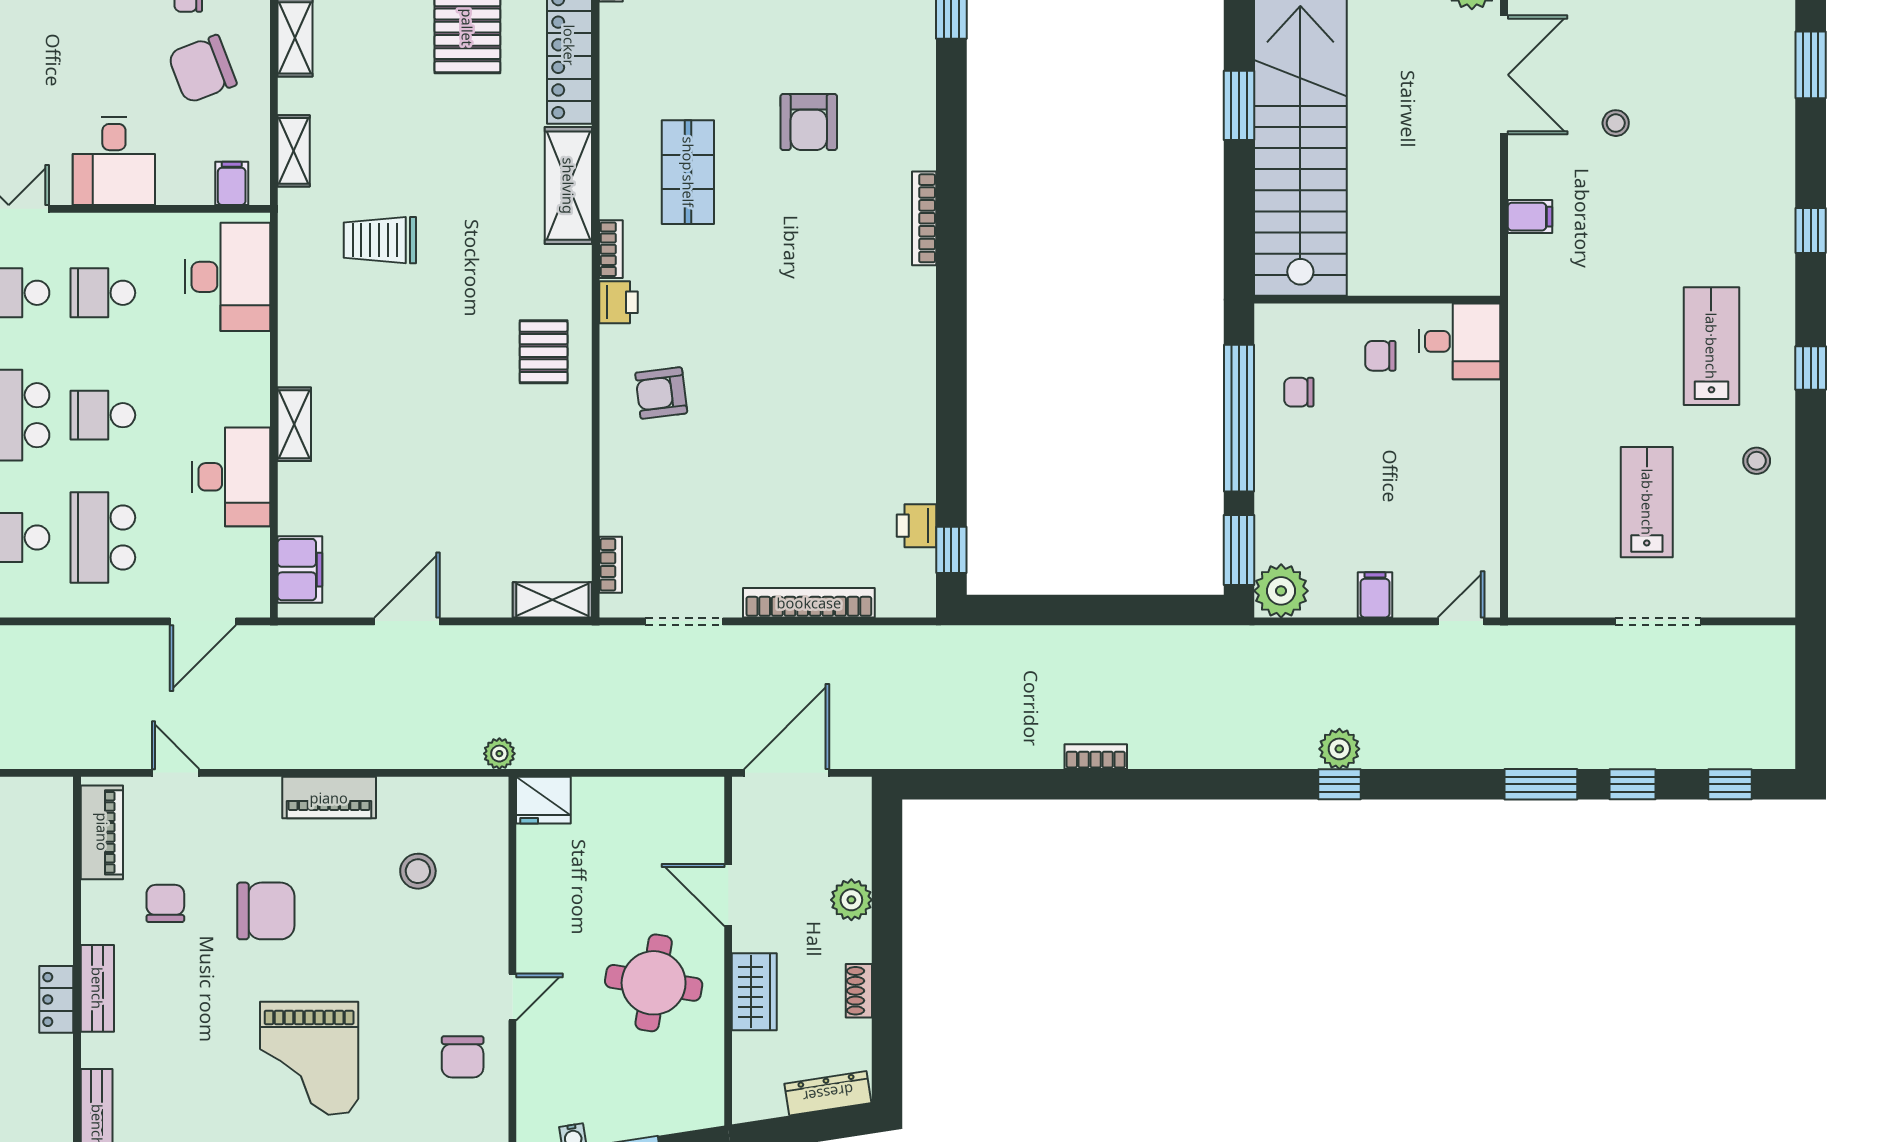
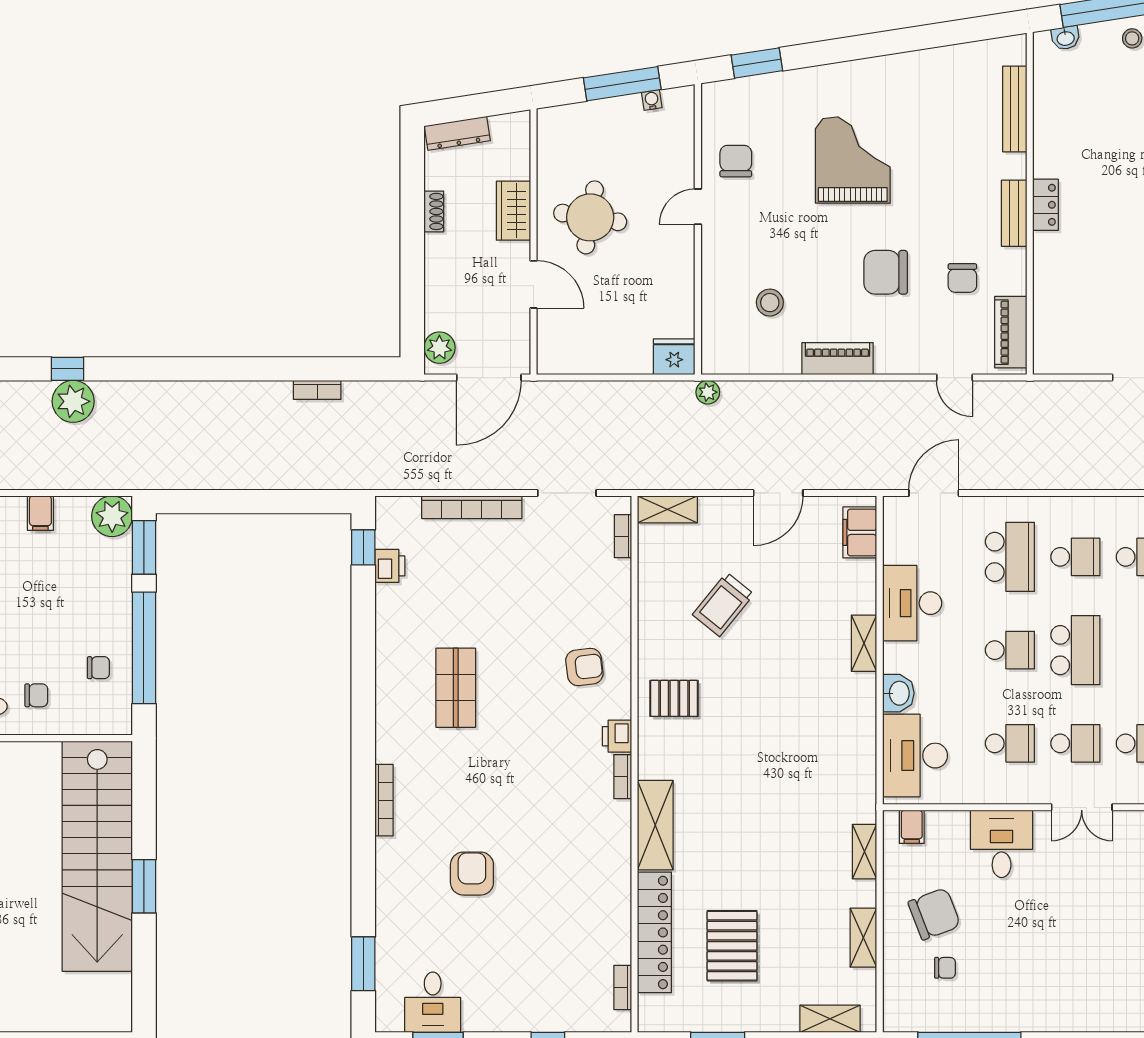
shop shelf: (688, 172) -> (456, 688), moved
trolley: (380, 240) -> (723, 604), moved, turned 129
pallet: (544, 352) -> (674, 698), turned 90
washbasin: (249, 359) -> (898, 693), added
plant: (1339, 749) -> (73, 401), width x1.36, depth x1.36
bookcase: (1096, 757) -> (317, 390), moved
plant: (851, 900) -> (439, 348), moved

